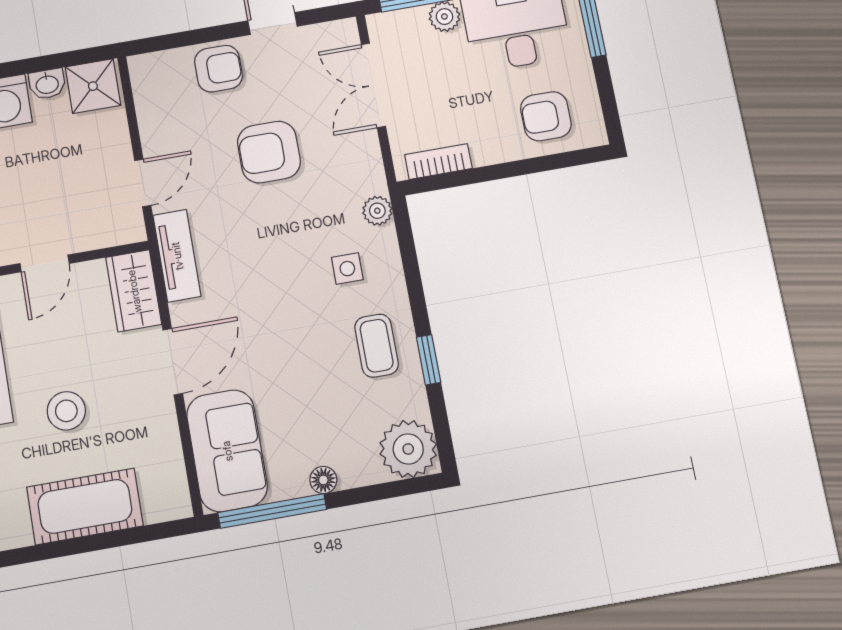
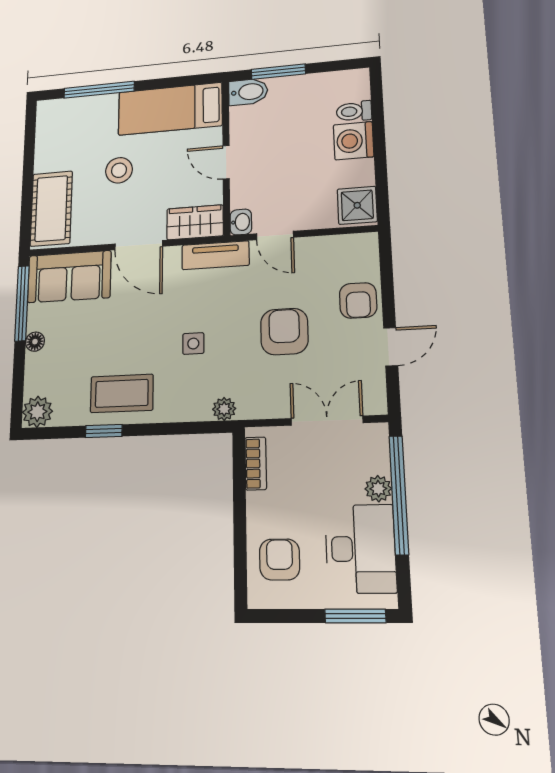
washbasin: (47, 84) -> (241, 222), moved, turned 180
side table: (347, 269) -> (193, 344), moved
coffee table: (377, 346) -> (122, 393), width x1.36, depth x1.30
plant: (408, 449) -> (37, 412), width x0.73, depth x0.73
cot: (85, 506) -> (51, 208), moved

